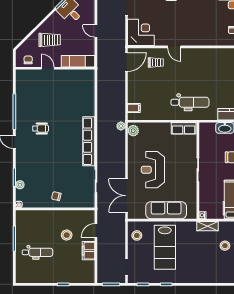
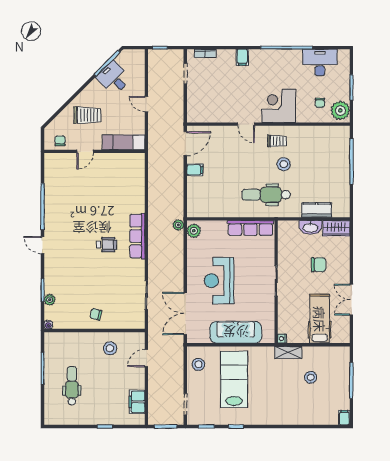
corner desk: (141, 32) -> (279, 106), moved, turned -90
trolley: (156, 63) -> (277, 141), moved
door: (48, 68) -> (85, 151), swing flipped
stool: (204, 78) -> (284, 164), added
dental chair: (190, 102) -> (266, 195), turned 180
filing cabinet: (134, 108) -> (195, 170), moved
wheelchair: (41, 128) -> (107, 245), moved
row of seats: (184, 128) -> (250, 228), width x1.48
row of seats: (89, 141) -> (137, 236), width x0.73
stool: (67, 235) -> (110, 348), moved
lab bench: (165, 247) -> (234, 379), turned 180
filing cabinet: (89, 251) -> (137, 402), moved
dental chair: (37, 252) -> (72, 386), turned -90

